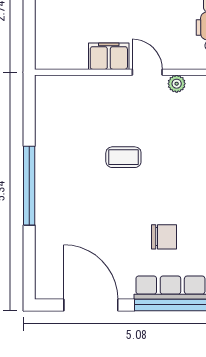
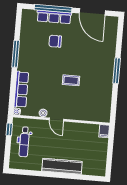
filing cabinet: (109, 56) -> (104, 131), moved, width x0.50
window: (29, 186) -> (117, 71), width x0.68

